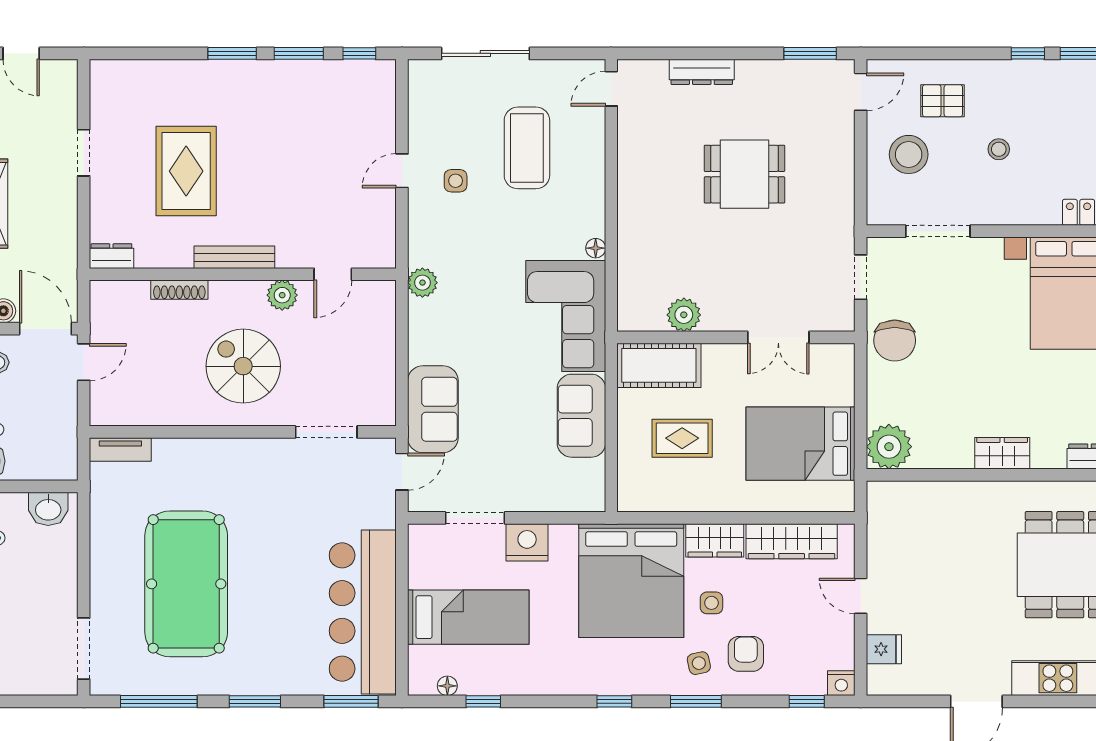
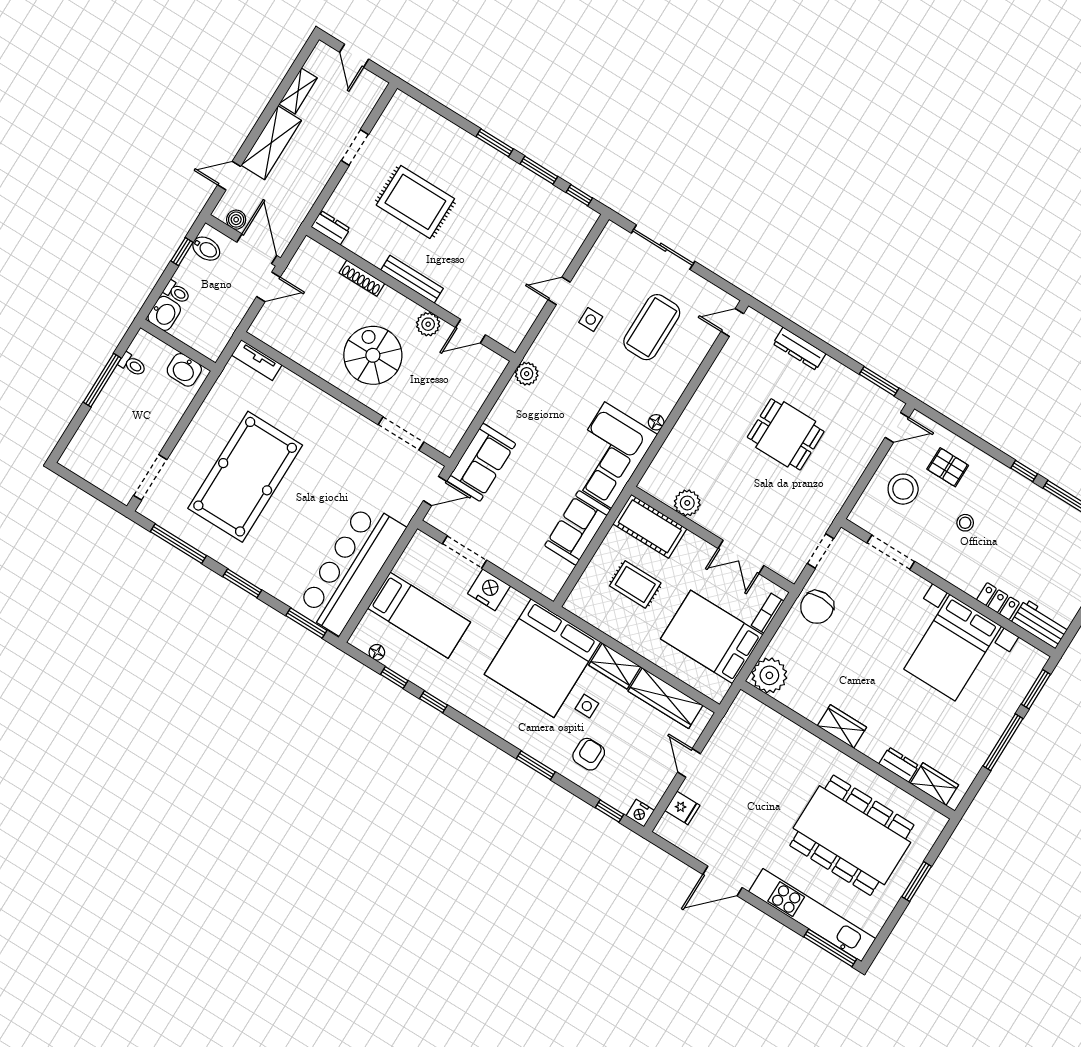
rug: (186, 171) -> (415, 202), turned 90
bookcase: (845, 380) -> (768, 613), added
side table: (699, 663) -> (554, 741), removed
window: (614, 701) -> (433, 702), moved

